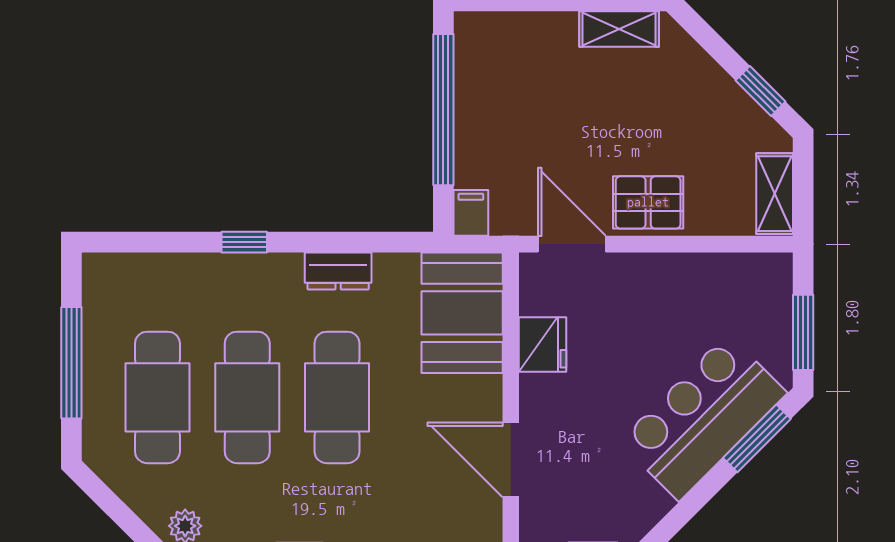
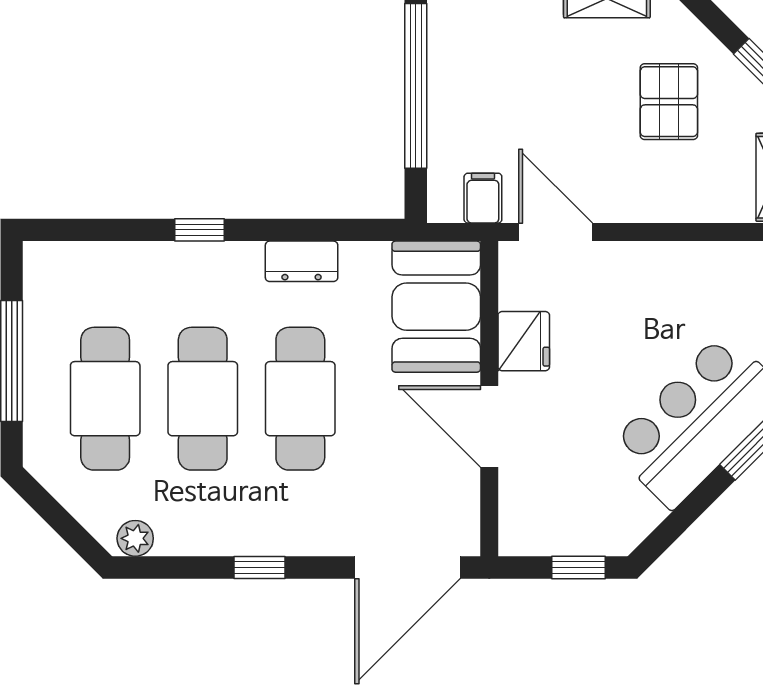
pallet: (648, 202) -> (669, 102), moved, turned 90
filing cabinet: (471, 213) -> (483, 198), moved
door: (511, 460) -> (489, 426), moved

